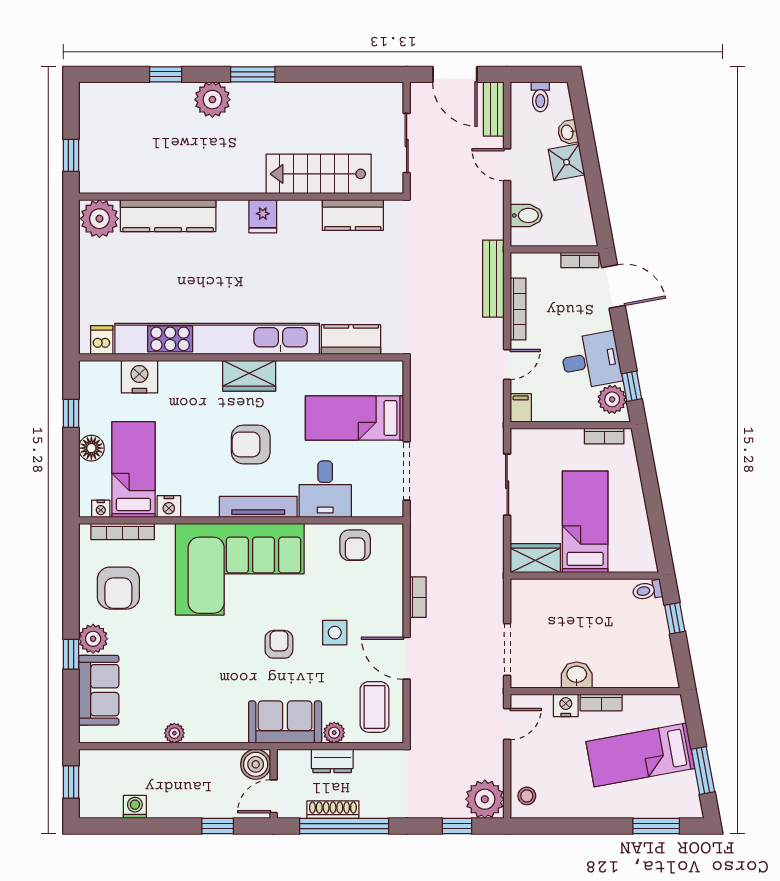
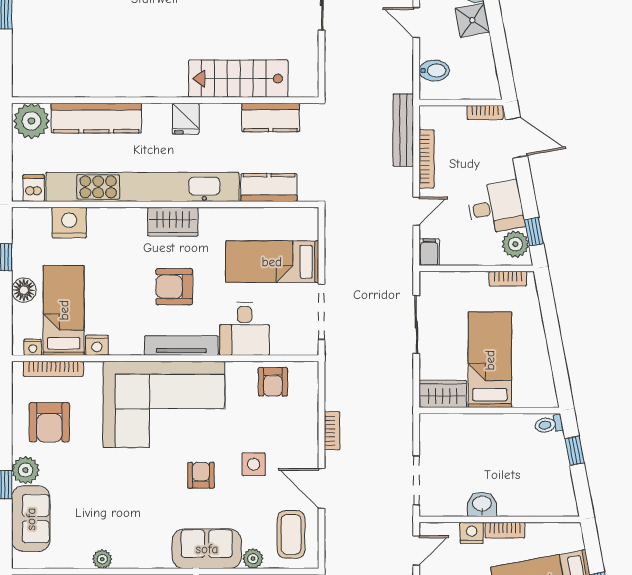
stairs: (319, 174) -> (238, 79), moved
wall: (241, 197) -> (165, 100), moved
kitchen counter: (353, 215) -> (271, 117), moved
kitchen counter: (168, 216) -> (96, 118), moved
fridge: (263, 216) -> (186, 119), moved
plant: (99, 219) -> (31, 121), moved

